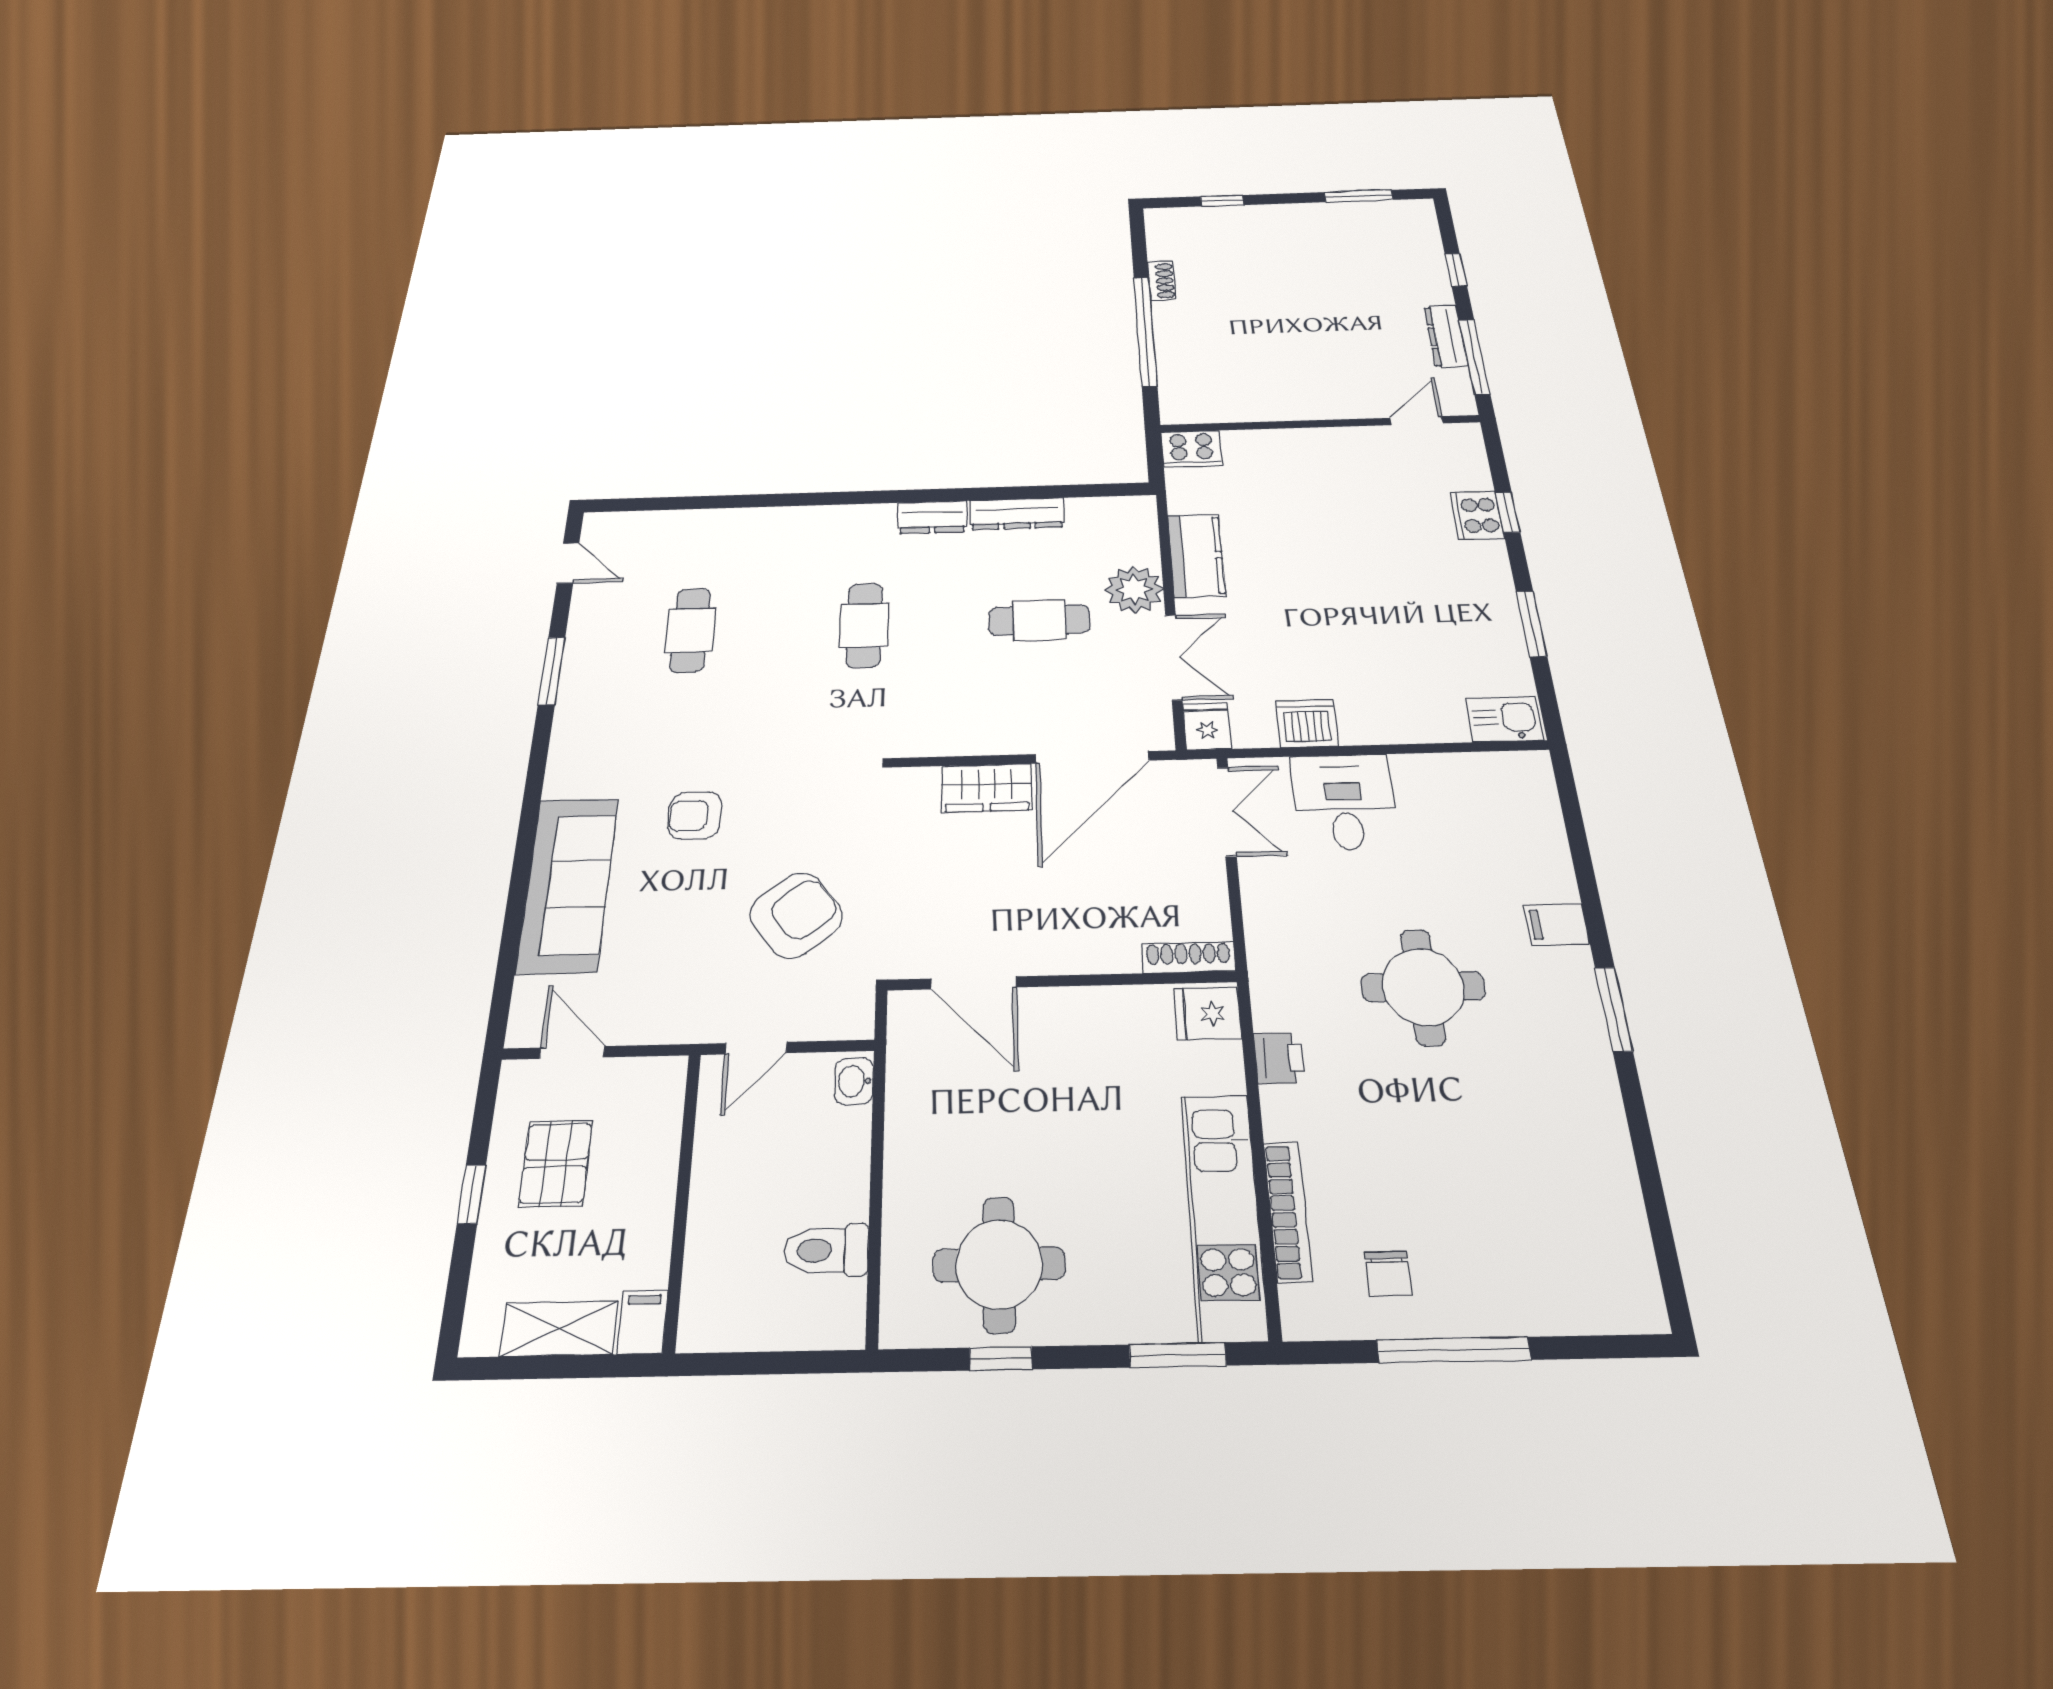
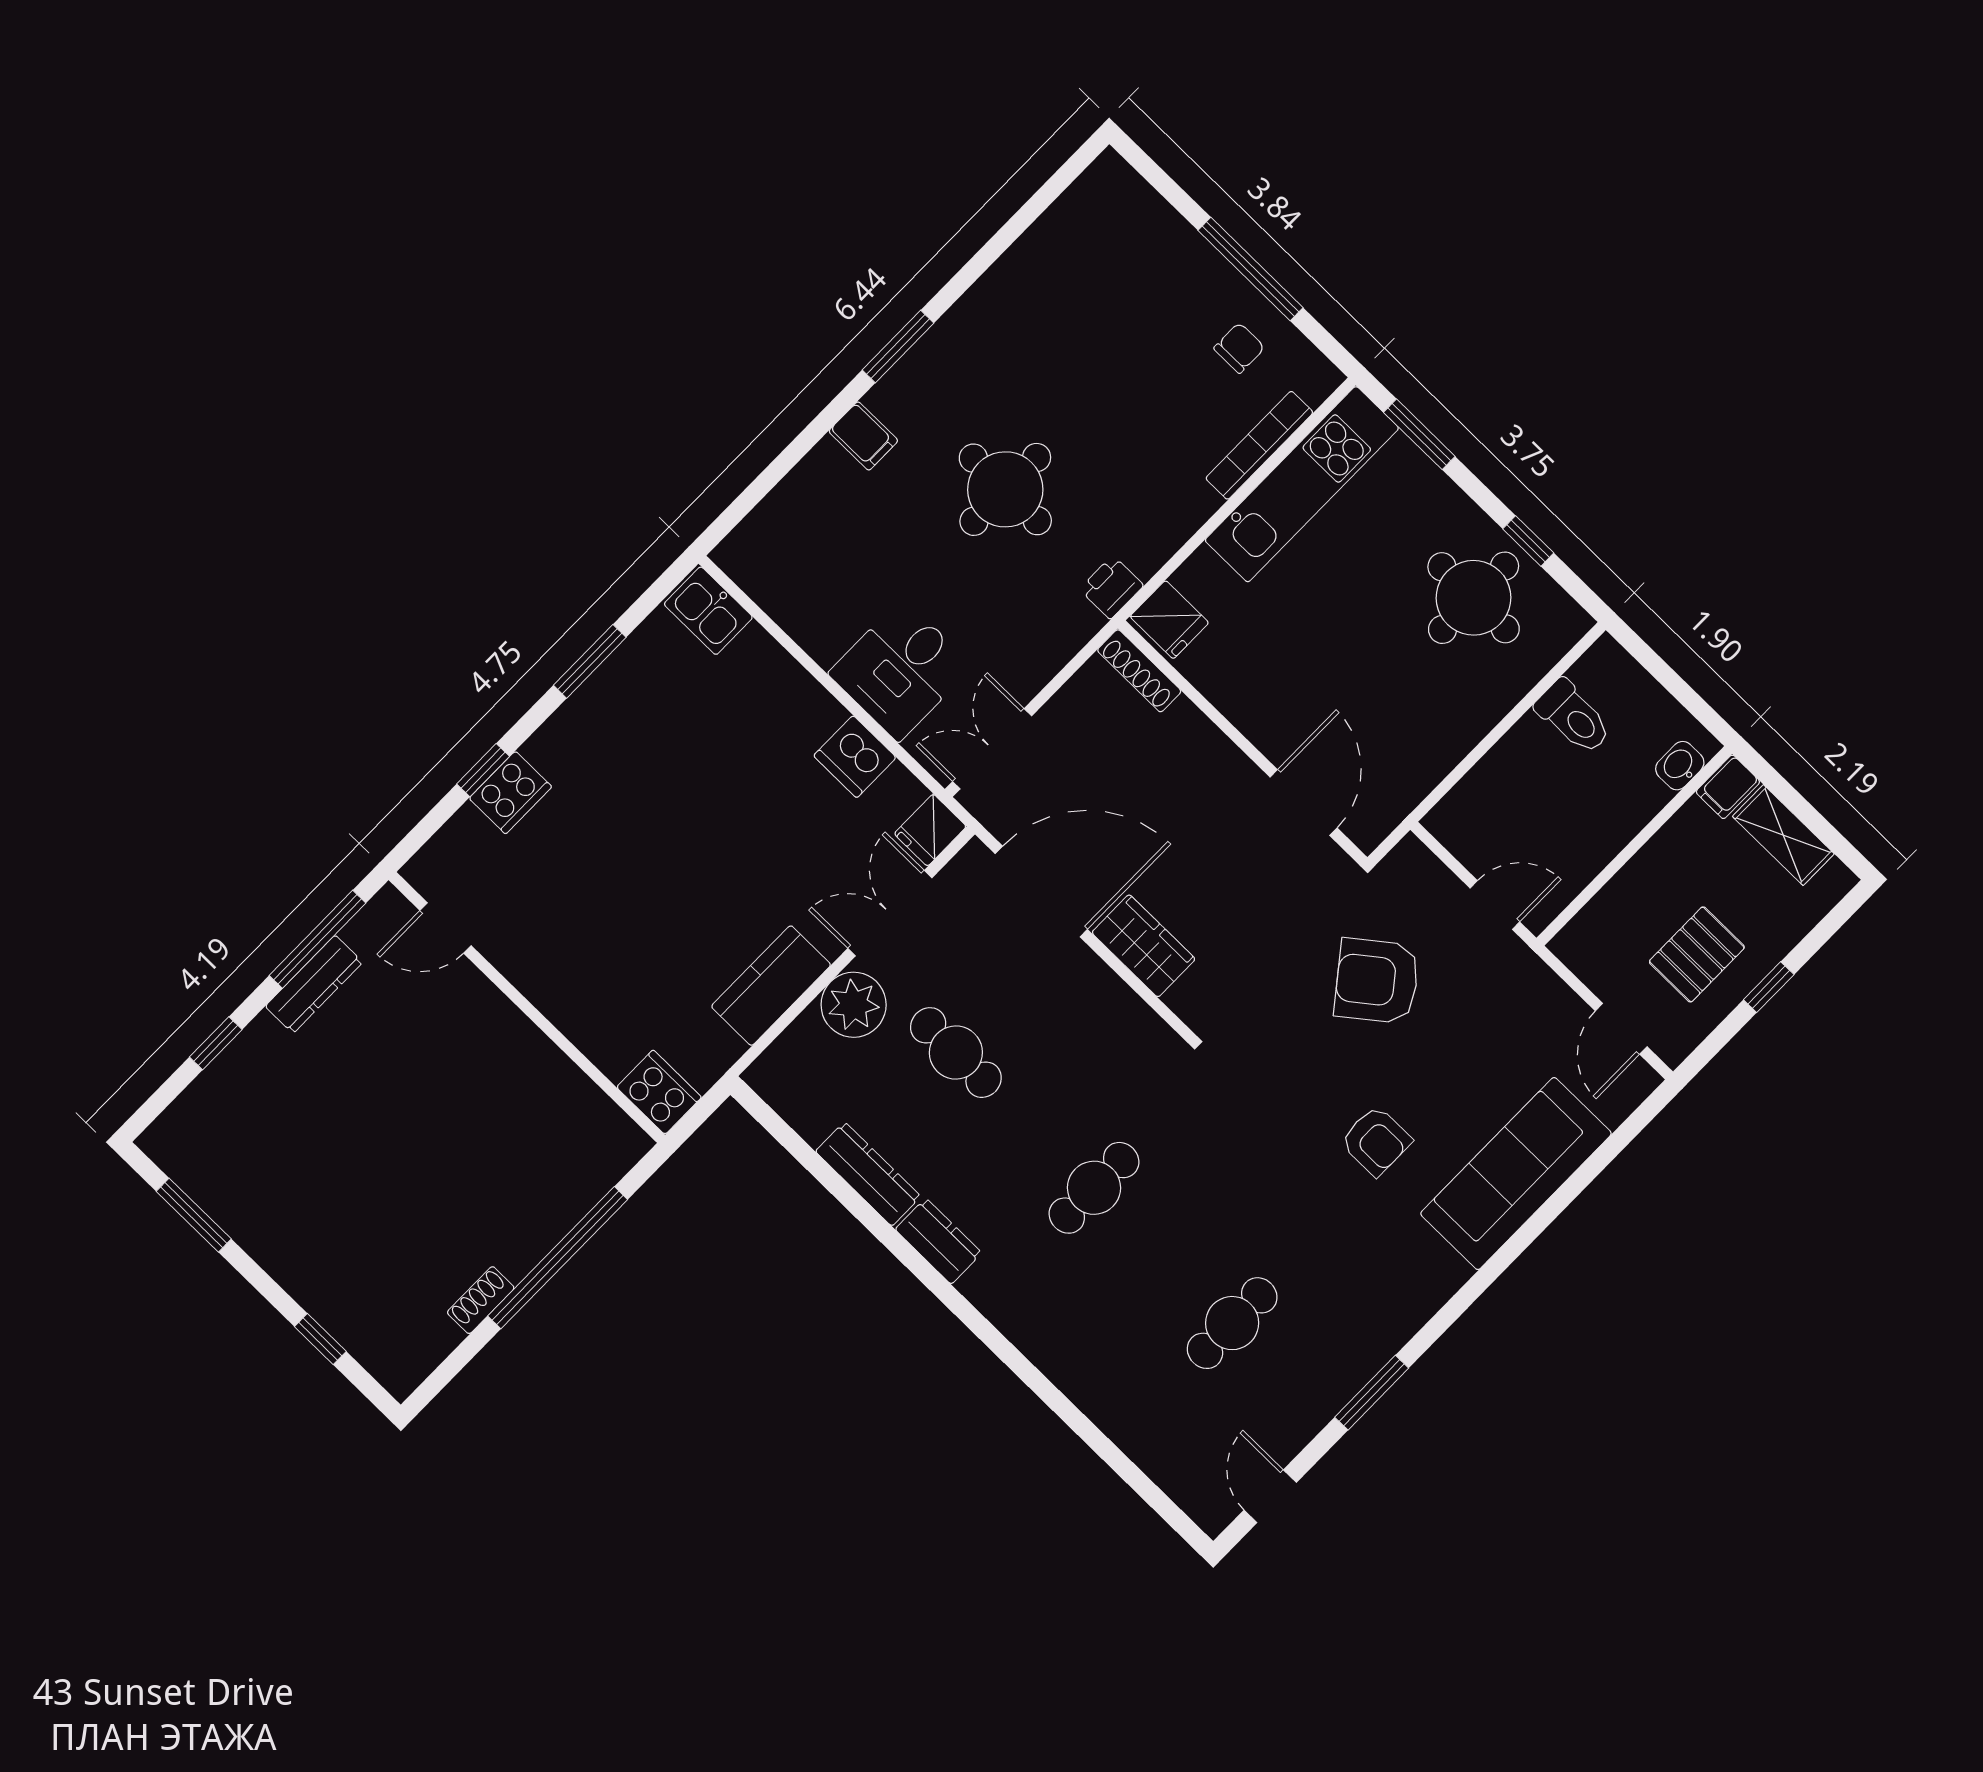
printer: (1279, 1058) -> (1112, 587), moved
washbasin: (854, 1081) -> (1680, 766), moved, turned 180

